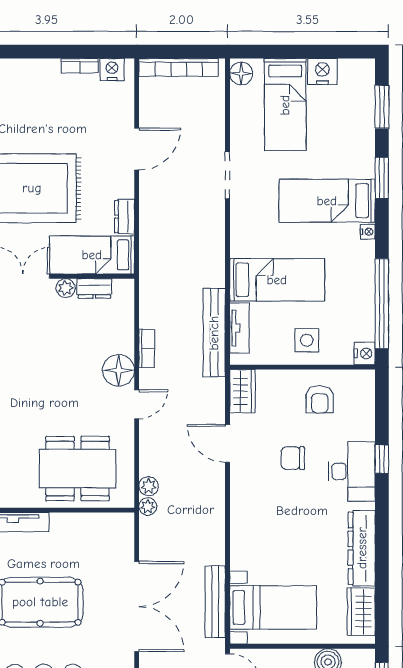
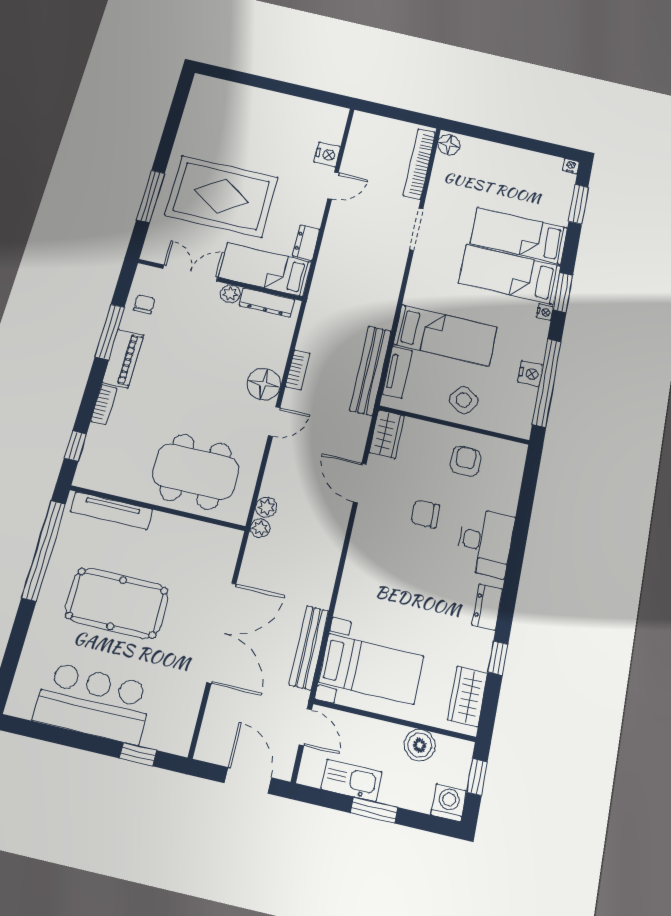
bookcase: (80, 66) -> (296, 103), removed
bookcase: (179, 67) -> (419, 164), moved, turned 90
nightstand: (112, 70) -> (327, 154), moved, turned 90
nightstand: (322, 72) -> (571, 166), moved, width x0.53, depth x0.56
bed: (285, 105) -> (519, 236), moved, turned 90
door: (137, 149) -> (333, 186), width x0.73
window: (382, 178) -> (563, 293), moved
dresser: (94, 288) -> (267, 303), width x1.44
side table: (307, 340) -> (464, 400), turned 35
nightstand: (365, 354) -> (530, 374), moved
armchair: (320, 399) -> (466, 461), turned 180
window: (382, 459) -> (498, 658), moved
dresser: (362, 548) -> (487, 607), width x0.51, depth x0.80

